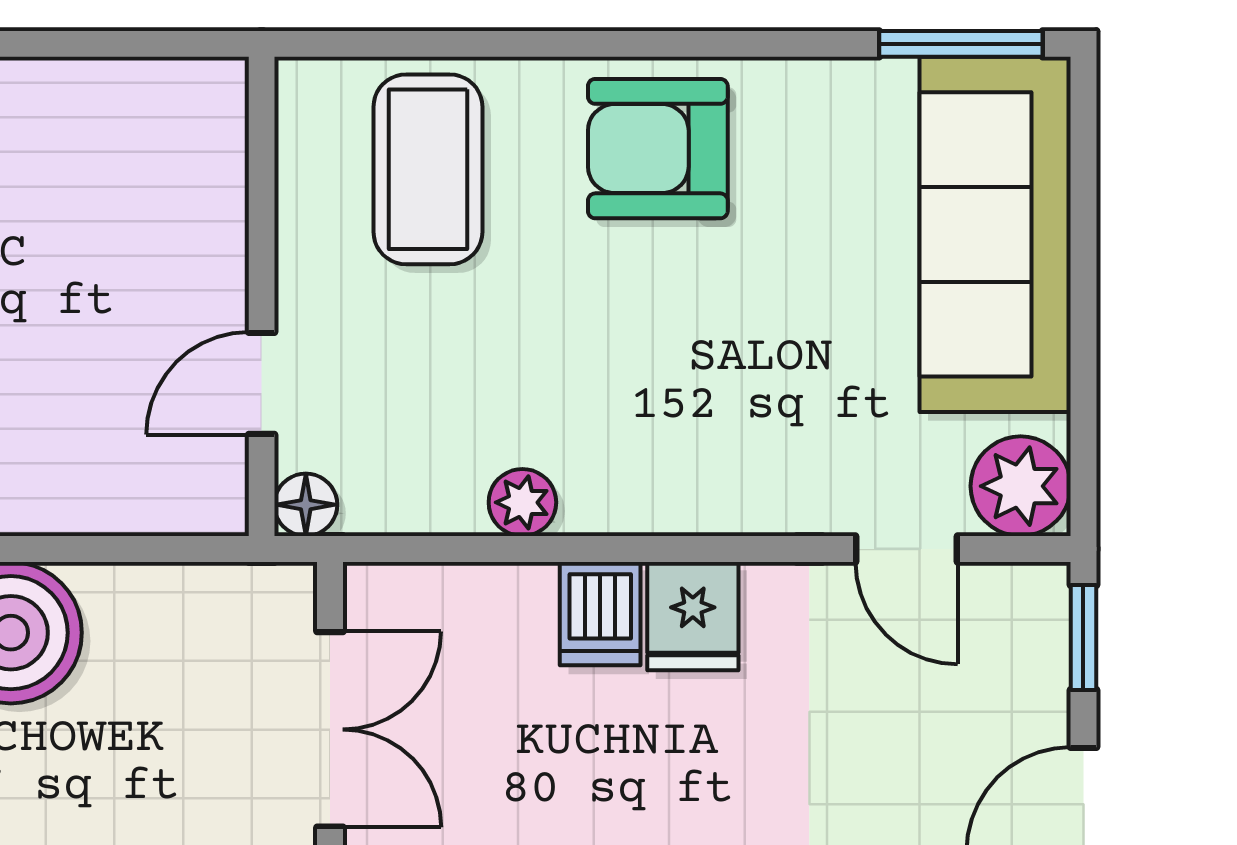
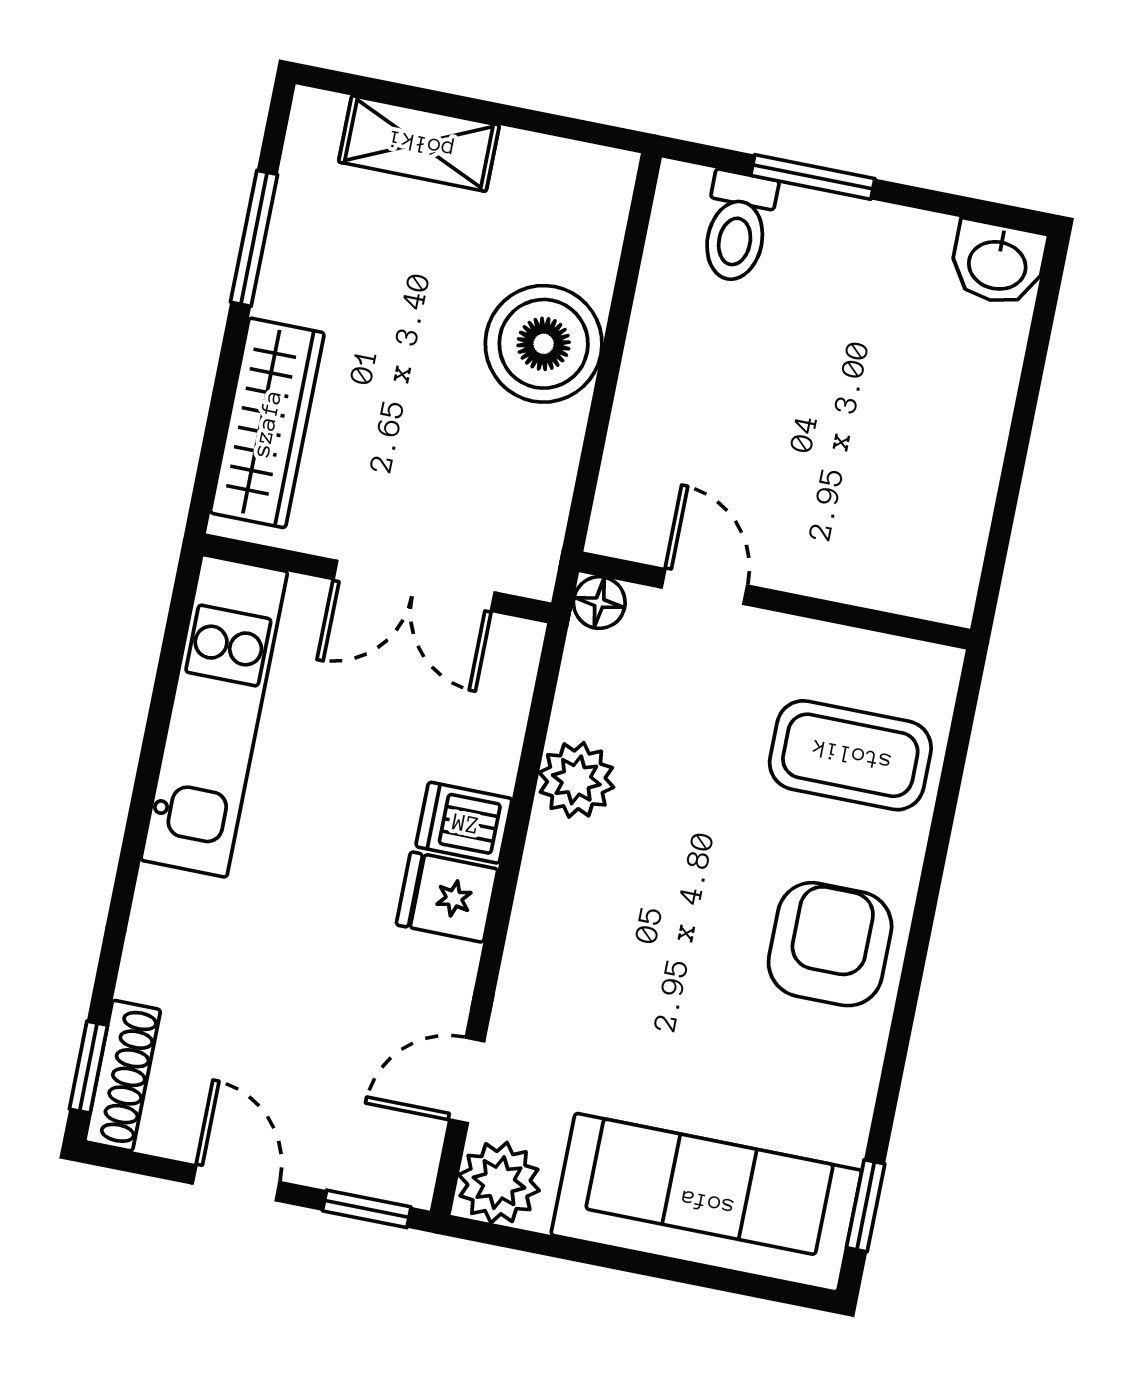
window: (961, 44) -> (866, 1206), width x0.67
plant: (522, 502) -> (576, 780), width x1.38, depth x1.38

